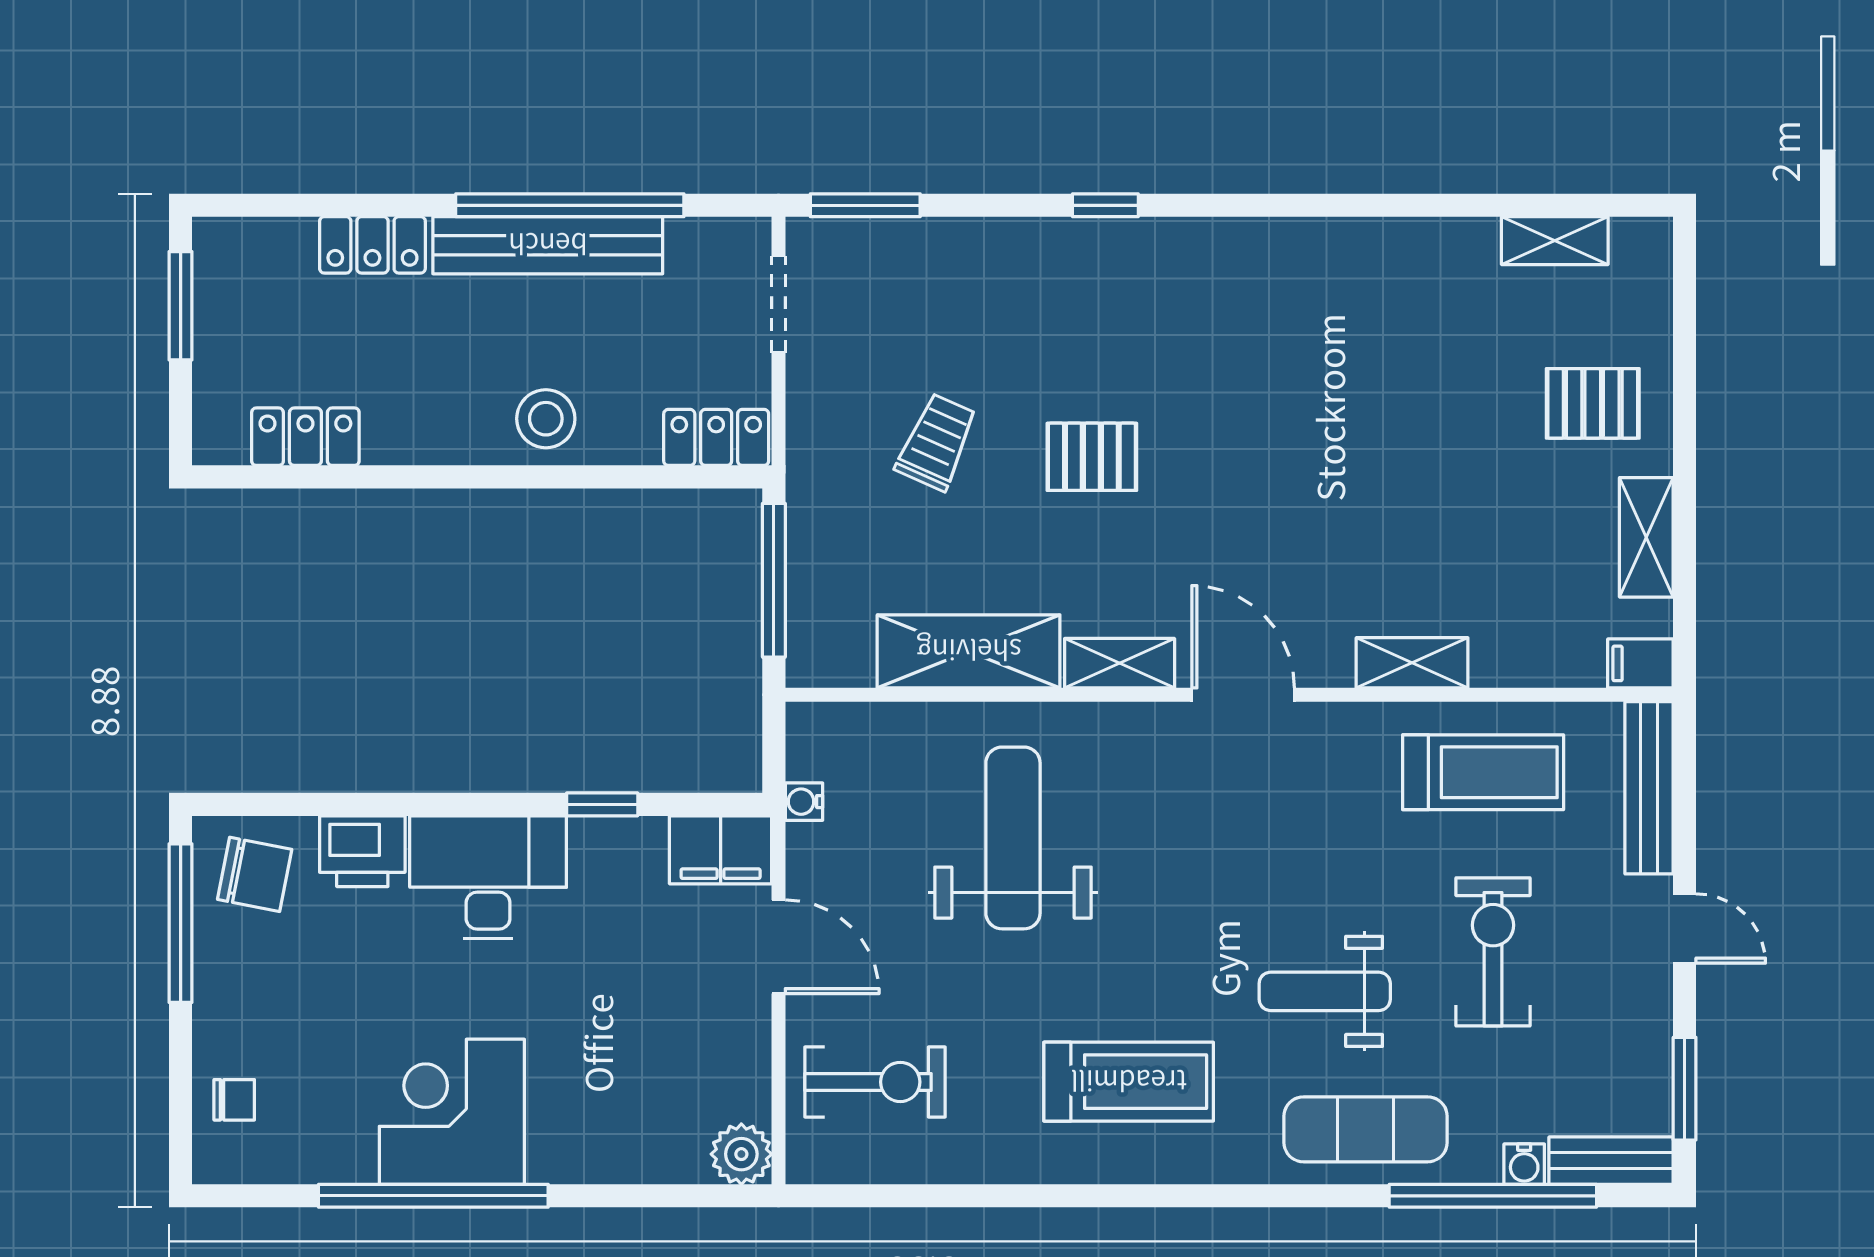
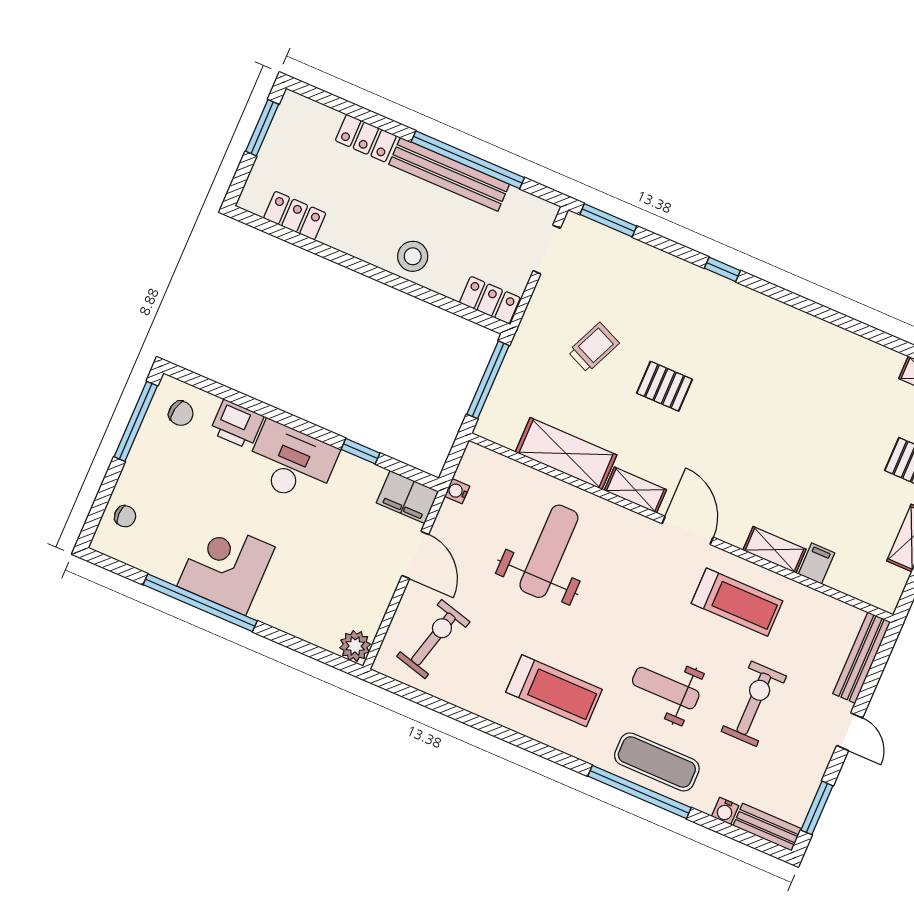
filing cabinet: (1640, 663) -> (816, 564), moved, turned 90
treadmill: (1483, 772) -> (737, 602), moved
chair: (255, 874) -> (181, 413), width x0.73, depth x0.73
exercise bike: (875, 1082) -> (433, 639), turned -75
window: (1493, 1196) -> (639, 792), moved

